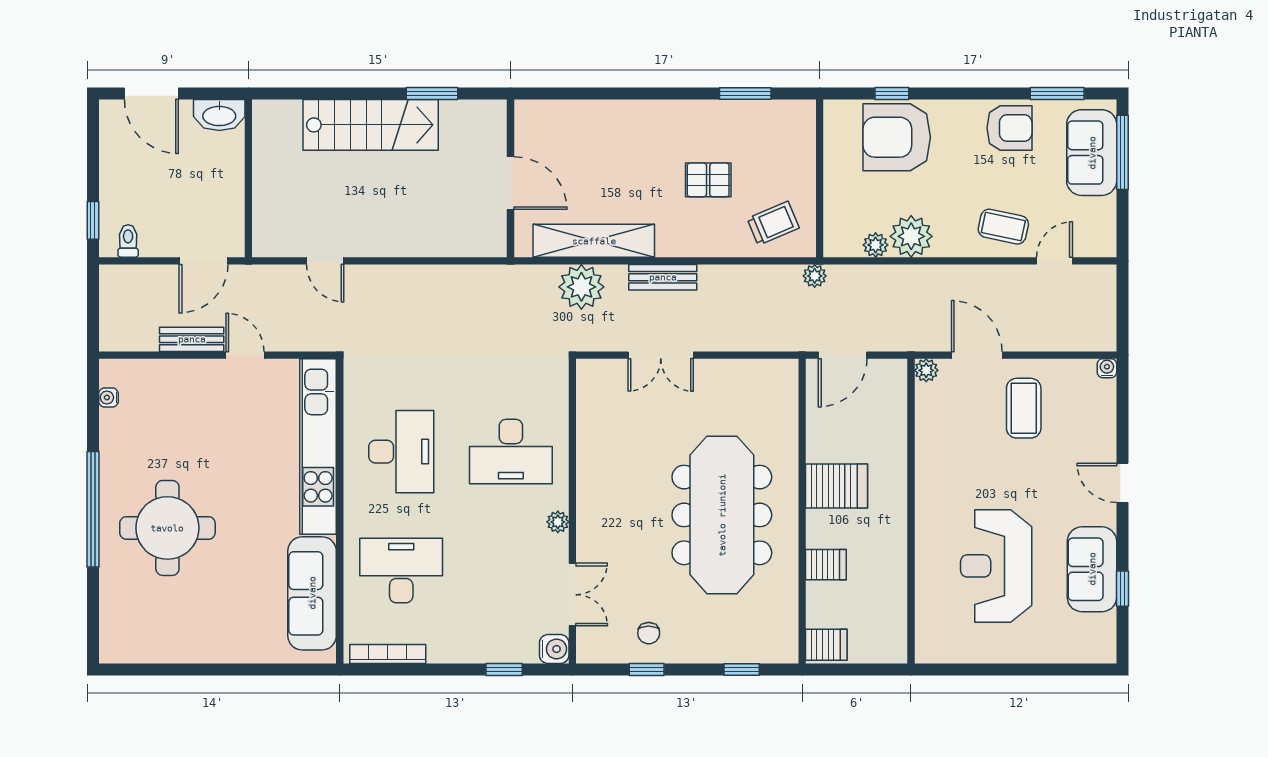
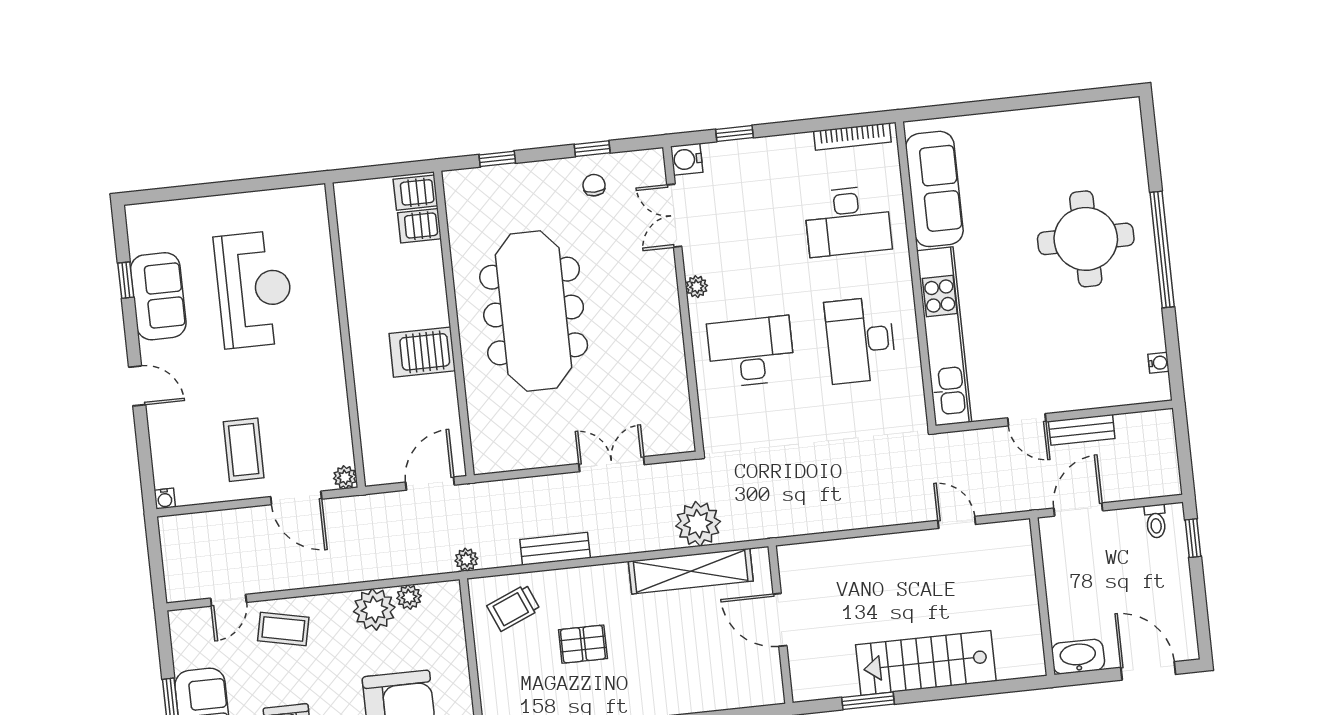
bench: (663, 277) -> (555, 549), moved
server rack: (826, 565) -> (419, 226), moved

